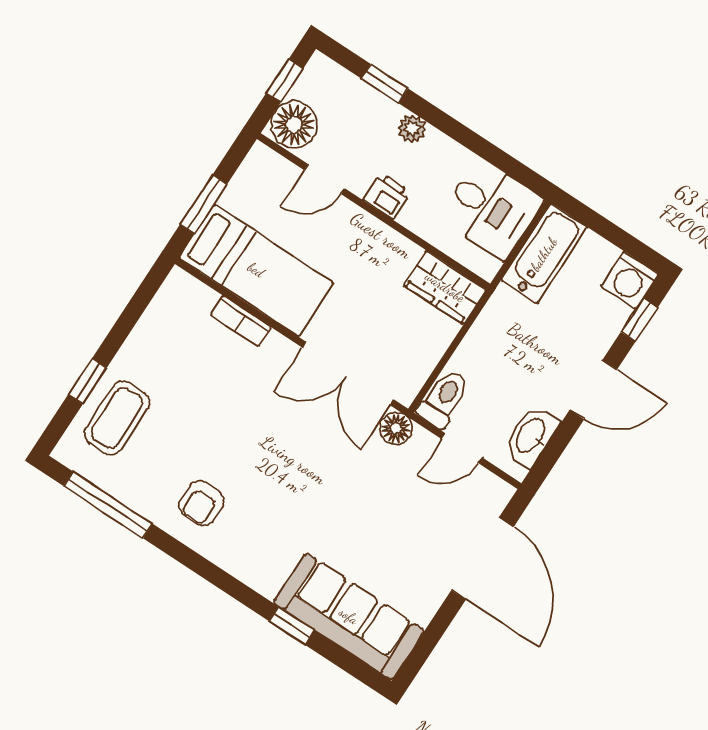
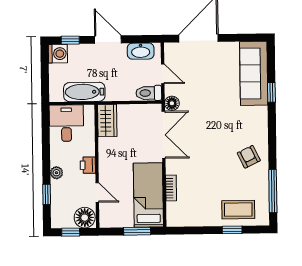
bathtub: (544, 254) -> (84, 92), moved
armchair: (201, 503) -> (249, 157), turned -116

